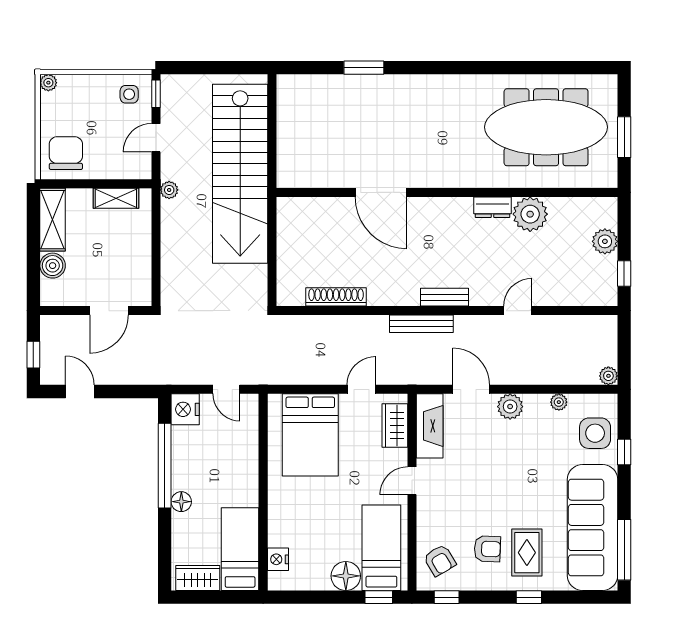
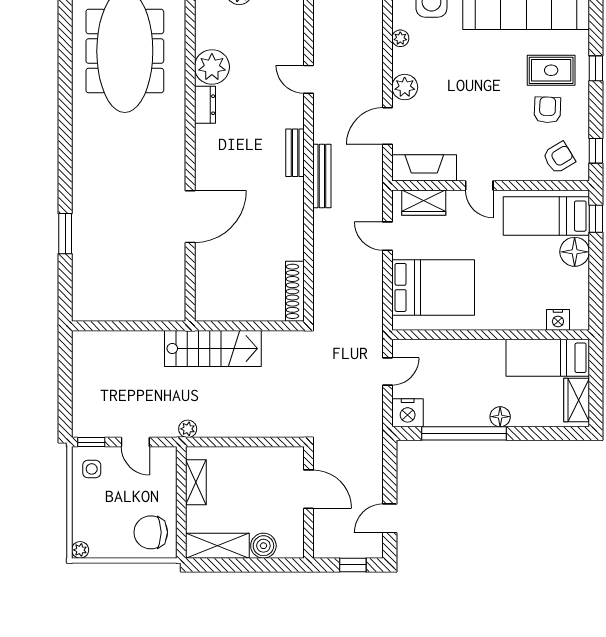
stairs: (240, 174) -> (213, 348), width x0.54, depth x0.66
shoe rack: (336, 297) -> (295, 291), moved

